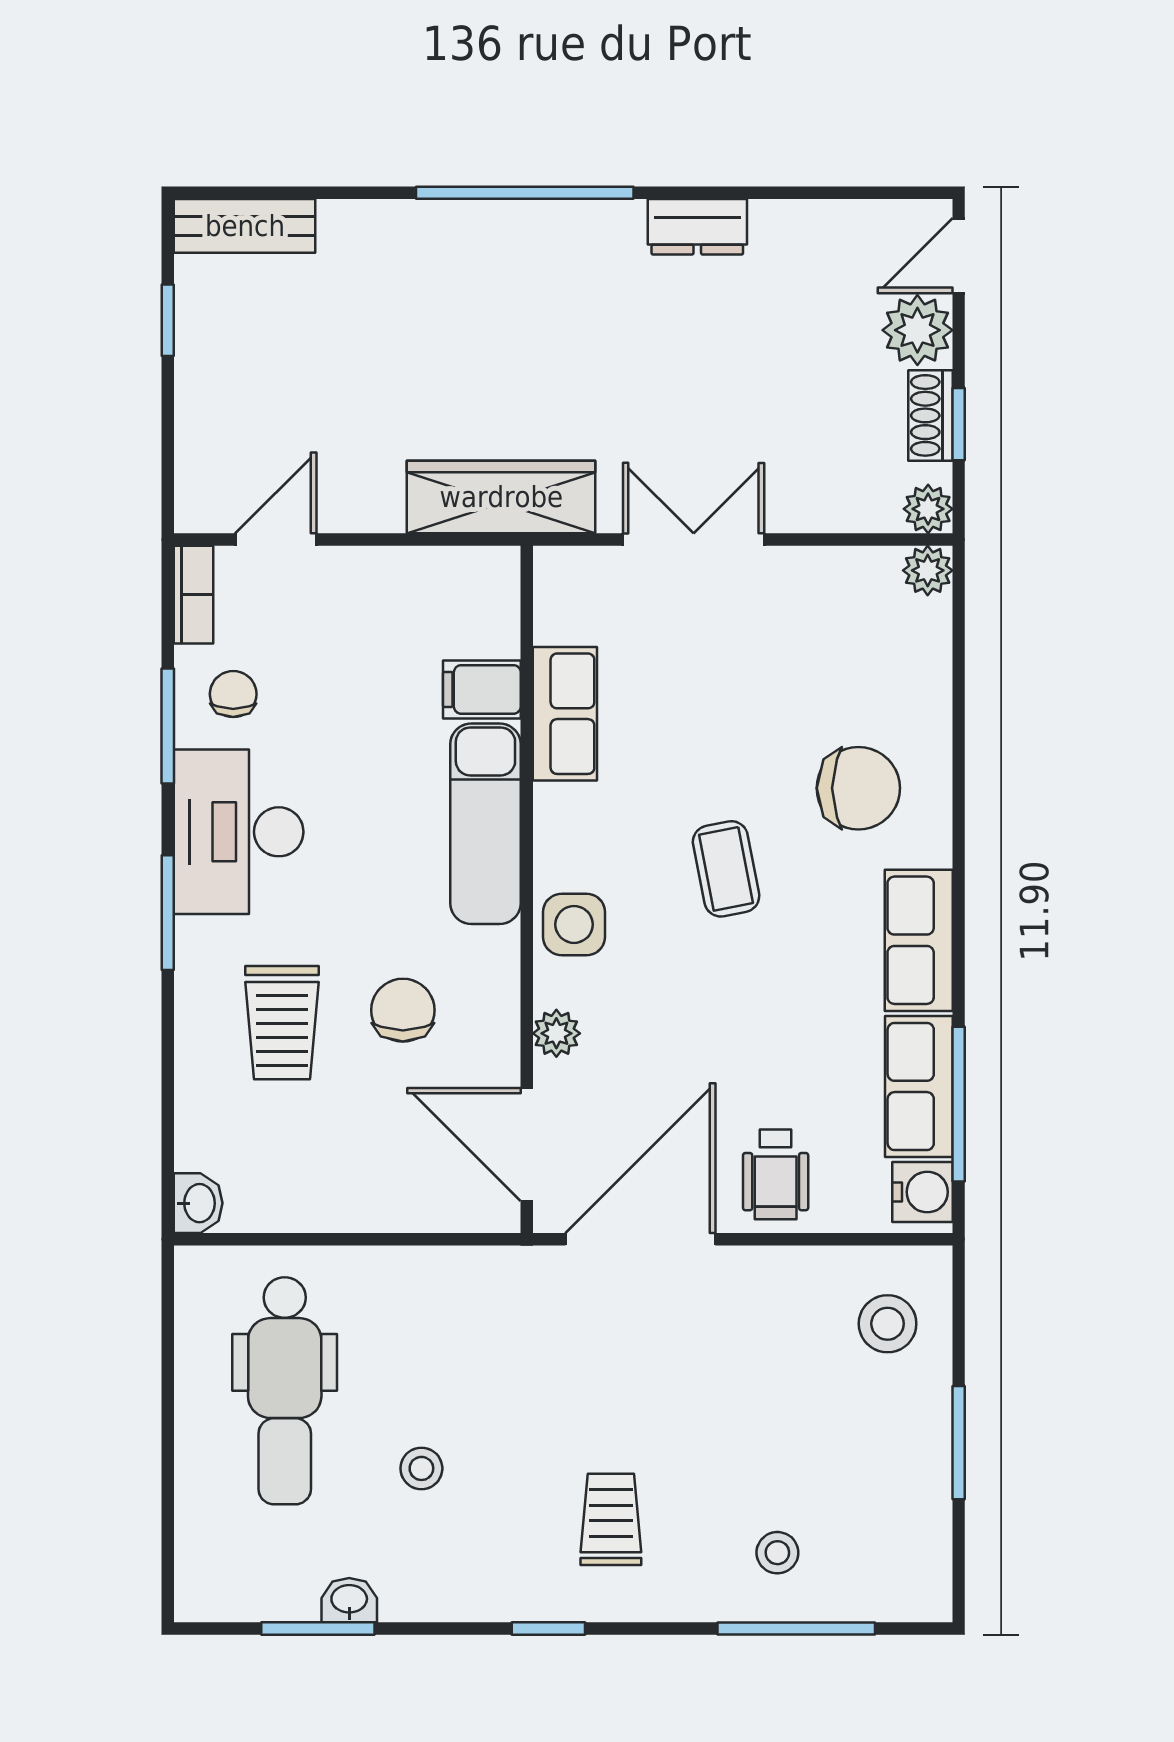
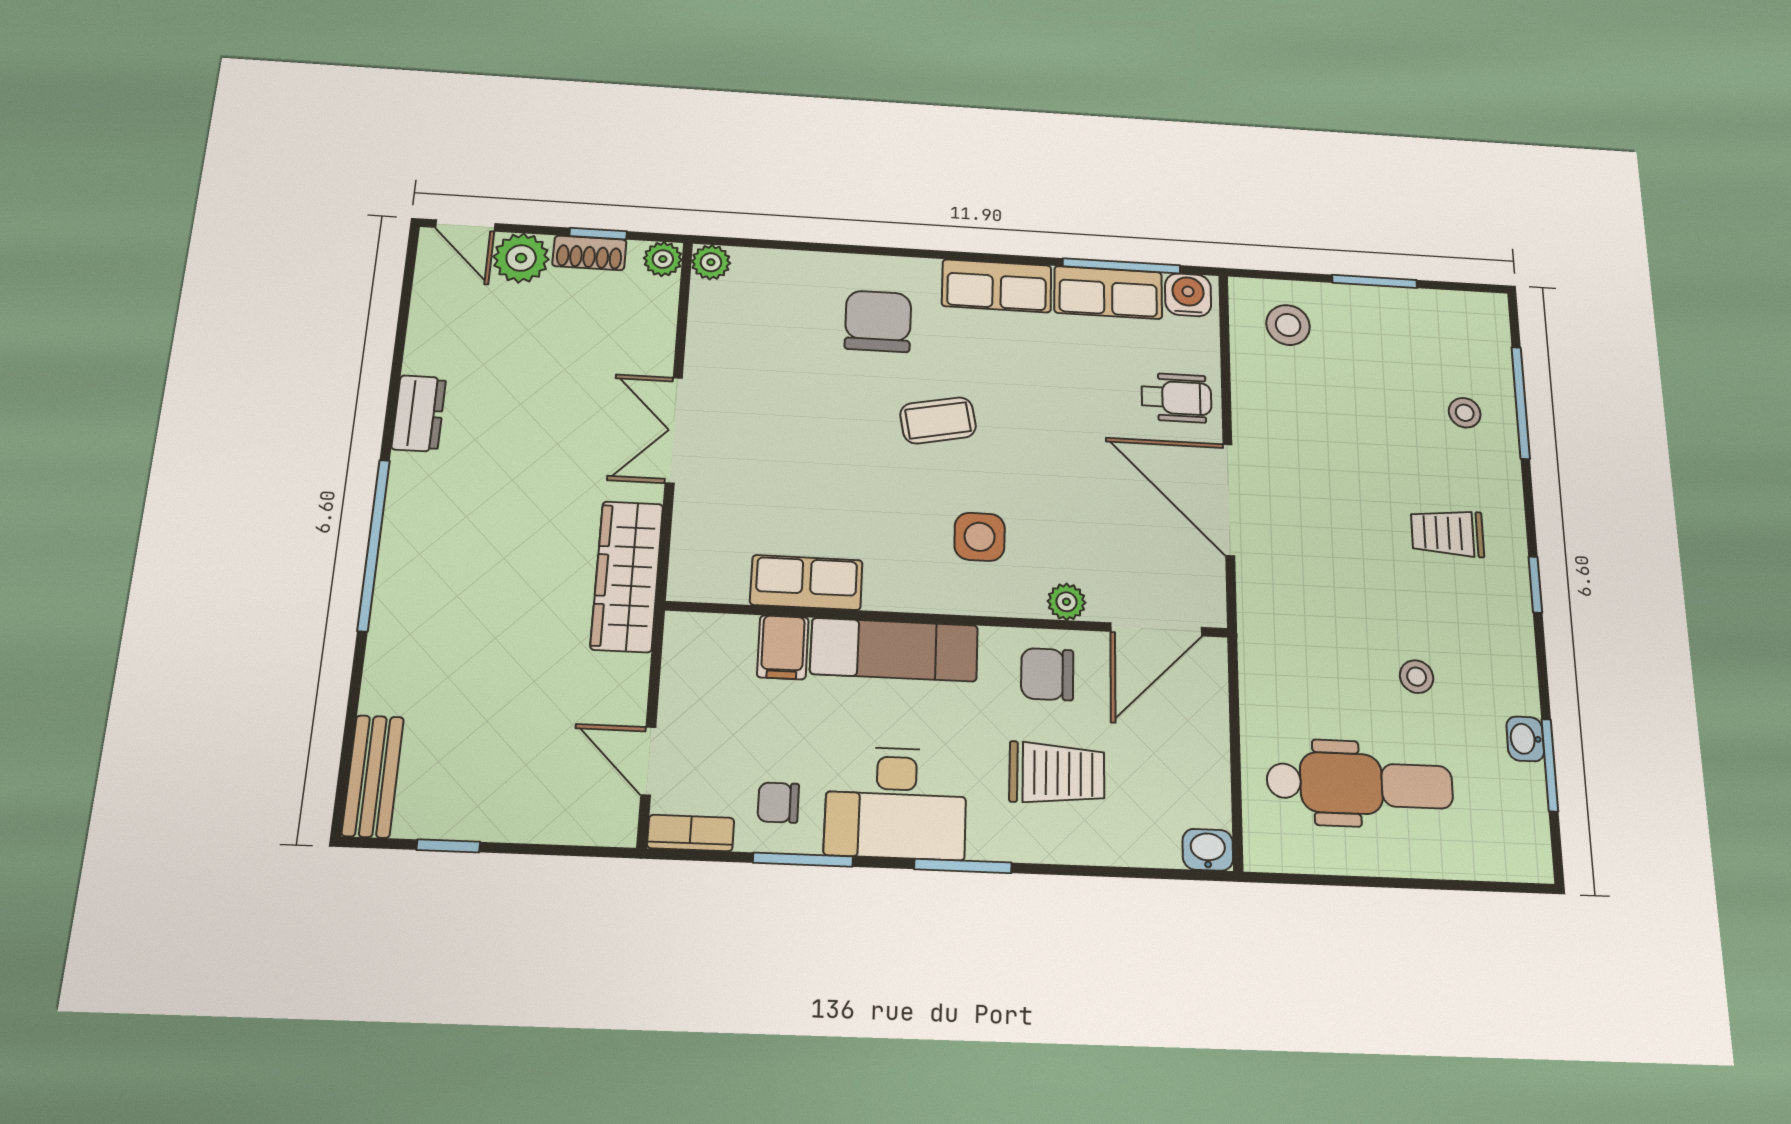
filing cabinet: (482, 689) -> (783, 647), moved
row of seats: (565, 714) -> (806, 582), moved
exam couch: (485, 824) -> (894, 650), moved
wall: (527, 889) -> (949, 619), moved
plant: (556, 1033) -> (1066, 602), moved
door: (527, 1145) -> (1156, 629), moved

